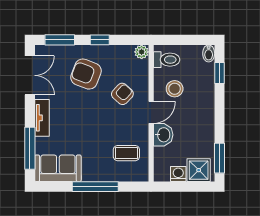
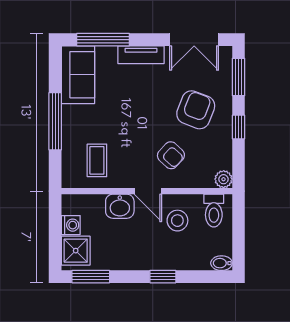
window: (219, 73) -> (163, 277), moved

